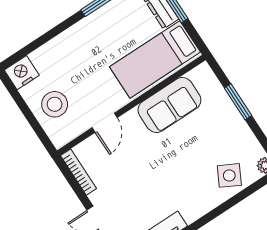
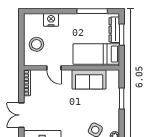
nightstand: (22, 73) -> (51, 20), moved
door: (105, 123) -> (54, 68), hinge flipped

